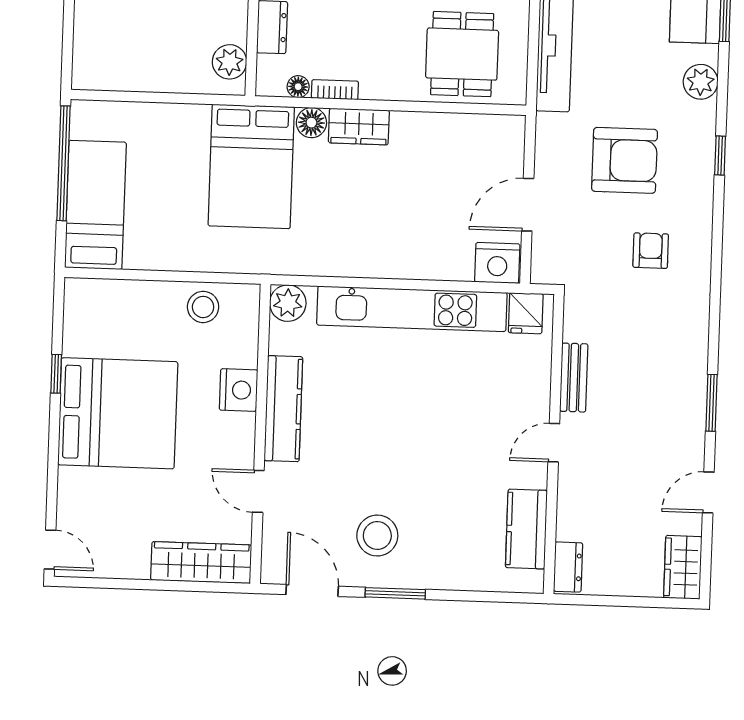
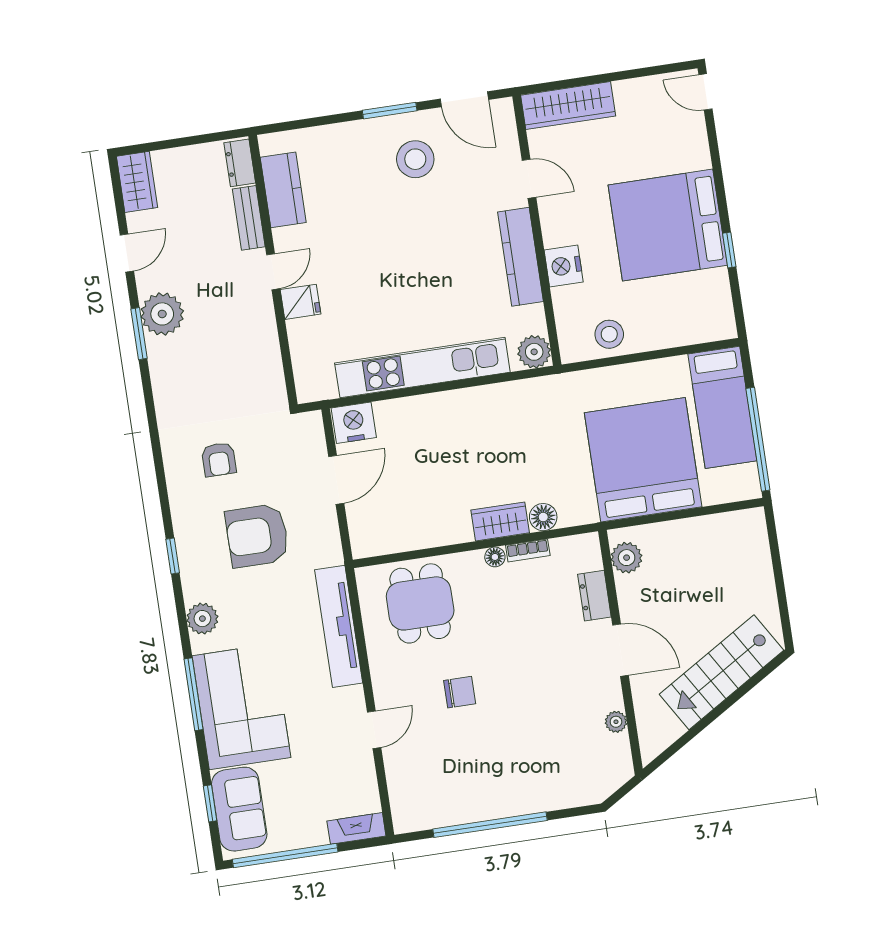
floor lamp: (298, 87) -> (495, 557), moved
bed: (251, 166) -> (643, 460), moved, width x1.36
fridge: (526, 313) -> (300, 302), moved, turned 90
bench: (574, 378) -> (249, 218), moved
plant: (682, 419) -> (162, 314), added

